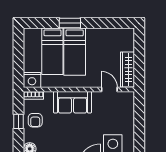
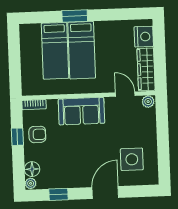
nightstand: (32, 80) -> (144, 37), moved, turned -90
plant: (128, 96) -> (148, 102), added
armchair: (35, 120) -> (37, 134), turned -90

